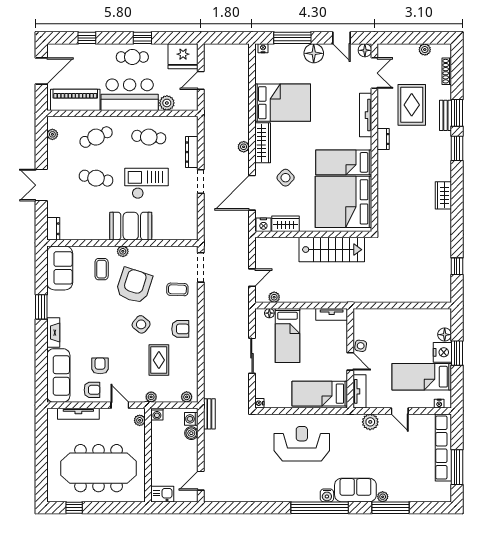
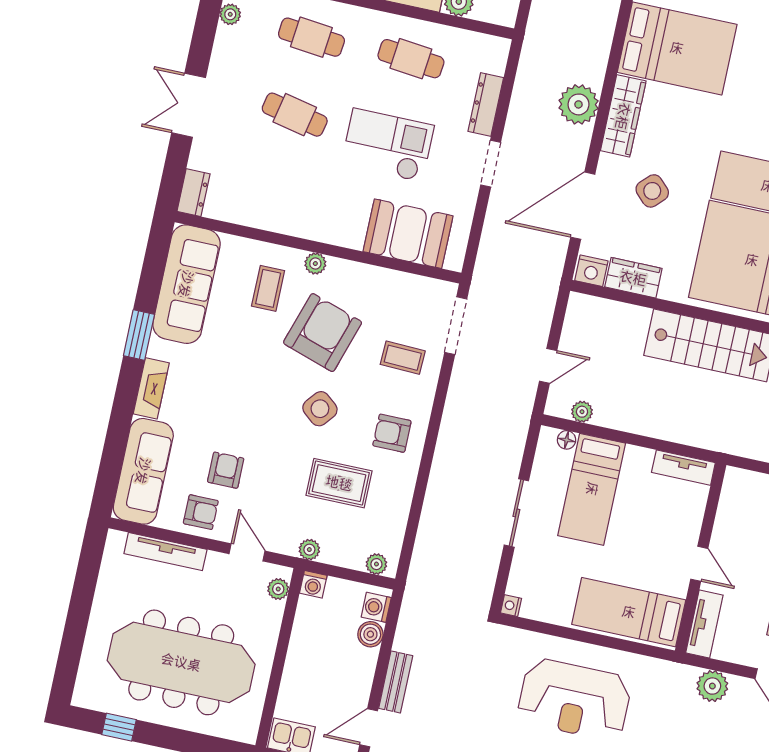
cafe table: (96, 137) -> (311, 37), turned 30
plant: (244, 147) -> (579, 104), width x1.87, depth x1.87
booth: (131, 226) -> (408, 234), moved
sofa: (60, 268) -> (186, 284), width x1.36
armchair: (180, 329) -> (392, 433), turned 180
side table: (361, 346) -> (725, 539), removed
rug: (159, 360) -> (339, 483), turned 90
bench: (209, 414) -> (396, 682), moved
reception desk: (302, 444) -> (574, 699), turned 180

